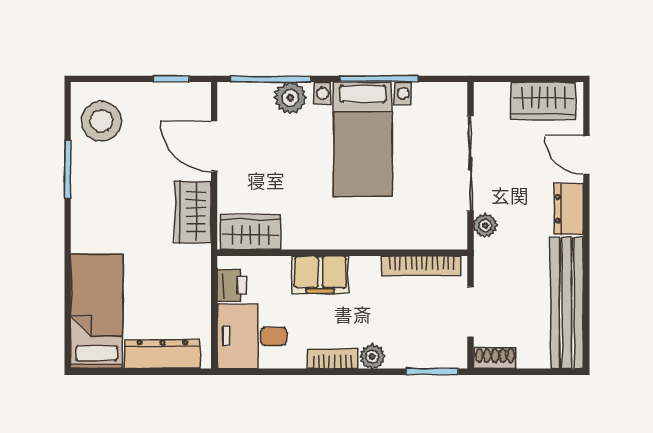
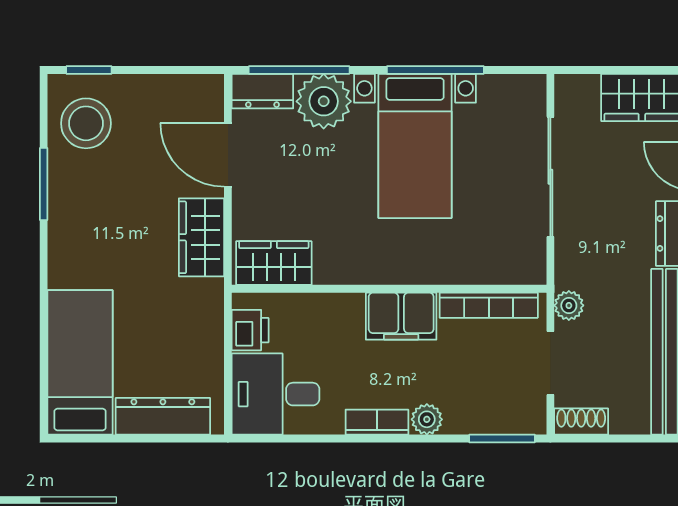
window: (171, 79) -> (89, 70), moved
dresser: (242, 96) -> (262, 91), added
plant: (290, 98) -> (324, 101), width x1.36, depth x1.36
plant: (485, 226) -> (569, 305), moved
filing cabinet: (320, 274) -> (401, 316), moved

